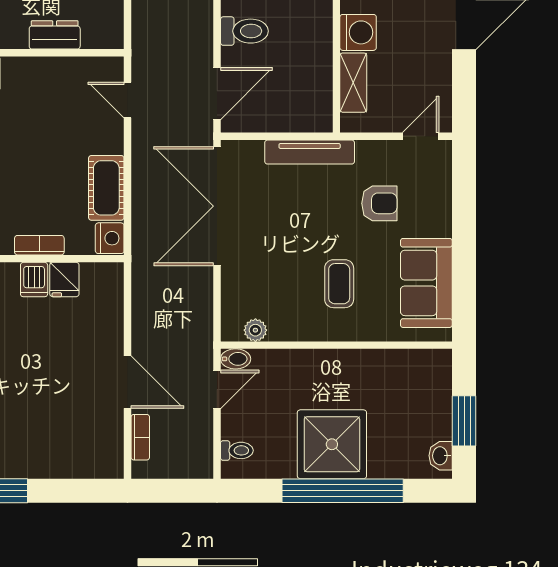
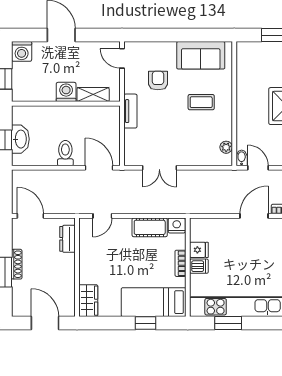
dresser: (55, 35) -> (67, 239), moved
tv unit: (310, 152) -> (130, 111), width x0.71
double door: (217, 206) -> (159, 168), width x0.54

